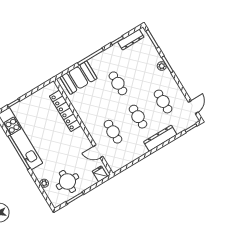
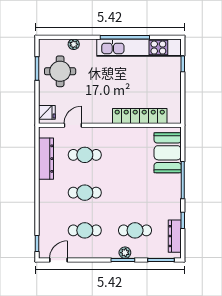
cafe table: (118, 83) -> (135, 230), moved
door: (193, 107) -> (58, 260), swing flipped
dresser: (160, 138) -> (46, 159), moved

